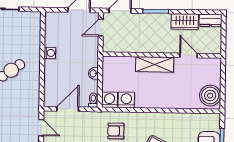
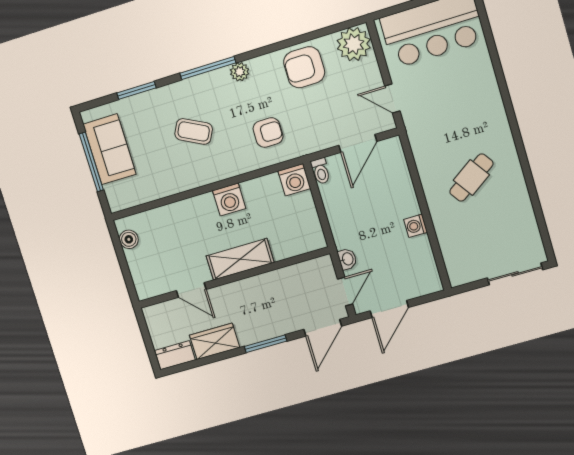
washbasin: (93, 73) -> (347, 259), moved
boiler: (210, 96) -> (129, 239), width x0.54, depth x0.54
washing machine: (126, 100) -> (229, 200), moved

